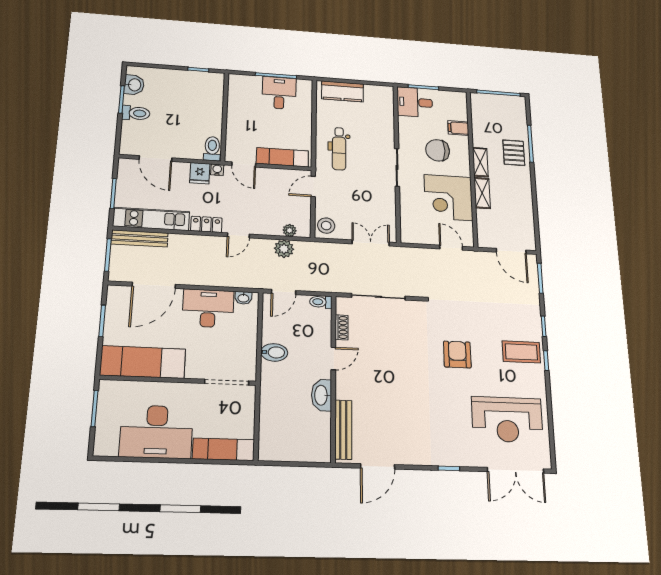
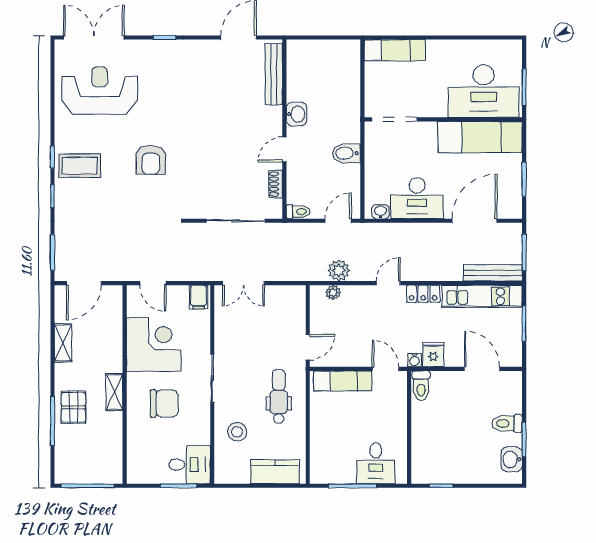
desk: (279, 93) -> (376, 463), moved
filing cabinet: (458, 128) -> (199, 297), moved, turned 90
shelving: (482, 193) -> (63, 343), moved
stool: (326, 226) -> (237, 432), moved
door: (511, 251) -> (84, 283), swing flipped
washbasin: (322, 395) -> (297, 114), width x0.72
desk: (156, 432) -> (484, 91), moved, turned 180

